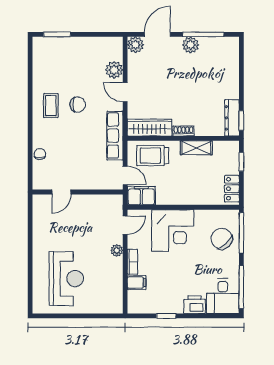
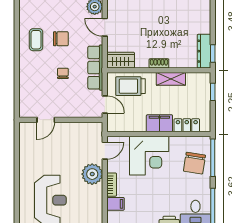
wardrobe: (150, 128) -> (121, 60), width x0.67
chair: (40, 154) -> (63, 73), moved
locker: (232, 189) -> (187, 125), moved, turned 90
filing cabinet: (141, 196) -> (159, 123), moved
chair: (222, 239) -> (194, 163), turned -127
plant: (117, 250) -> (92, 174), width x1.87, depth x1.87

